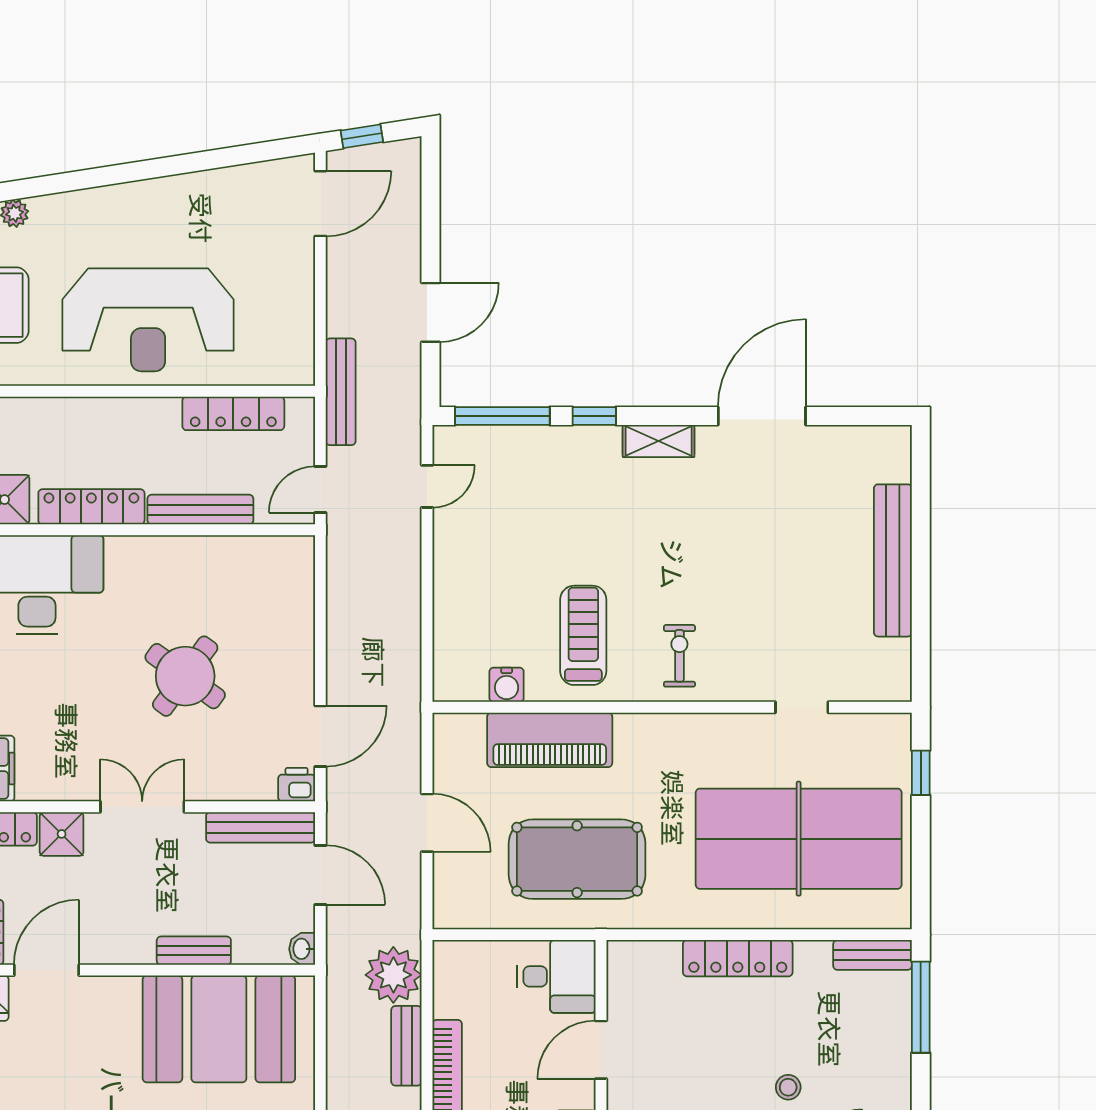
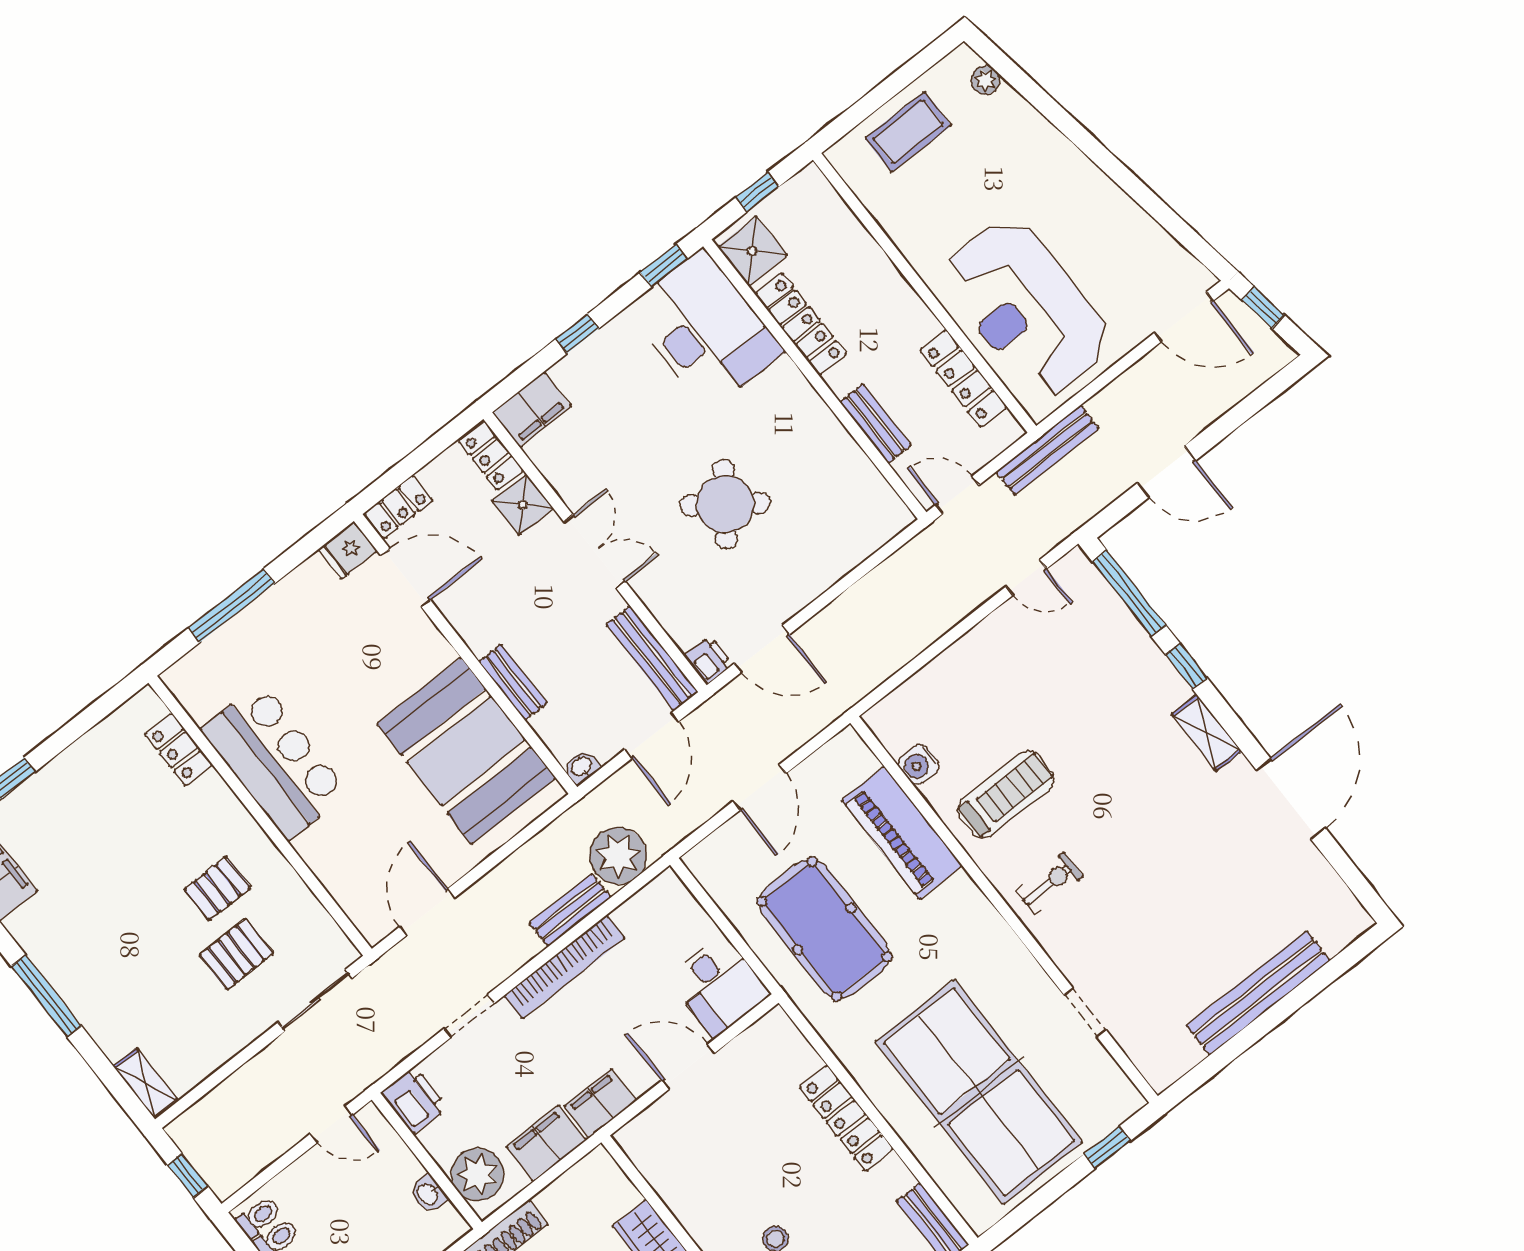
reception desk: (148, 320) -> (1027, 308), moved
door: (762, 416) -> (1291, 799), hinge flipped
bench: (200, 510) -> (875, 424), width x0.73

